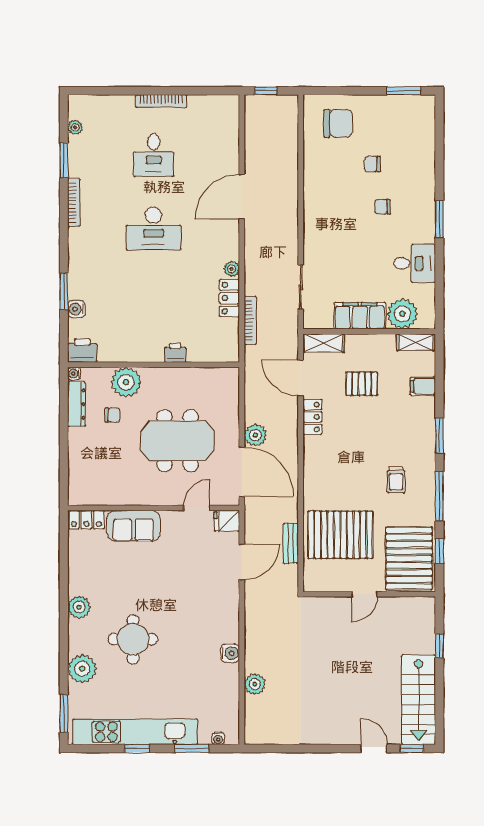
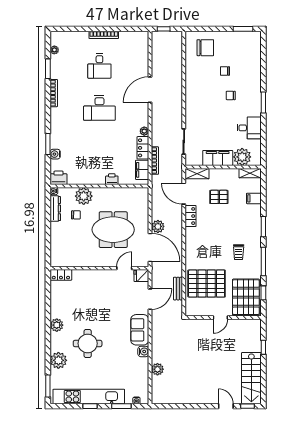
filing cabinet: (228, 336) -> (142, 170), added
sofa: (133, 526) -> (140, 330), moved, turned 90

